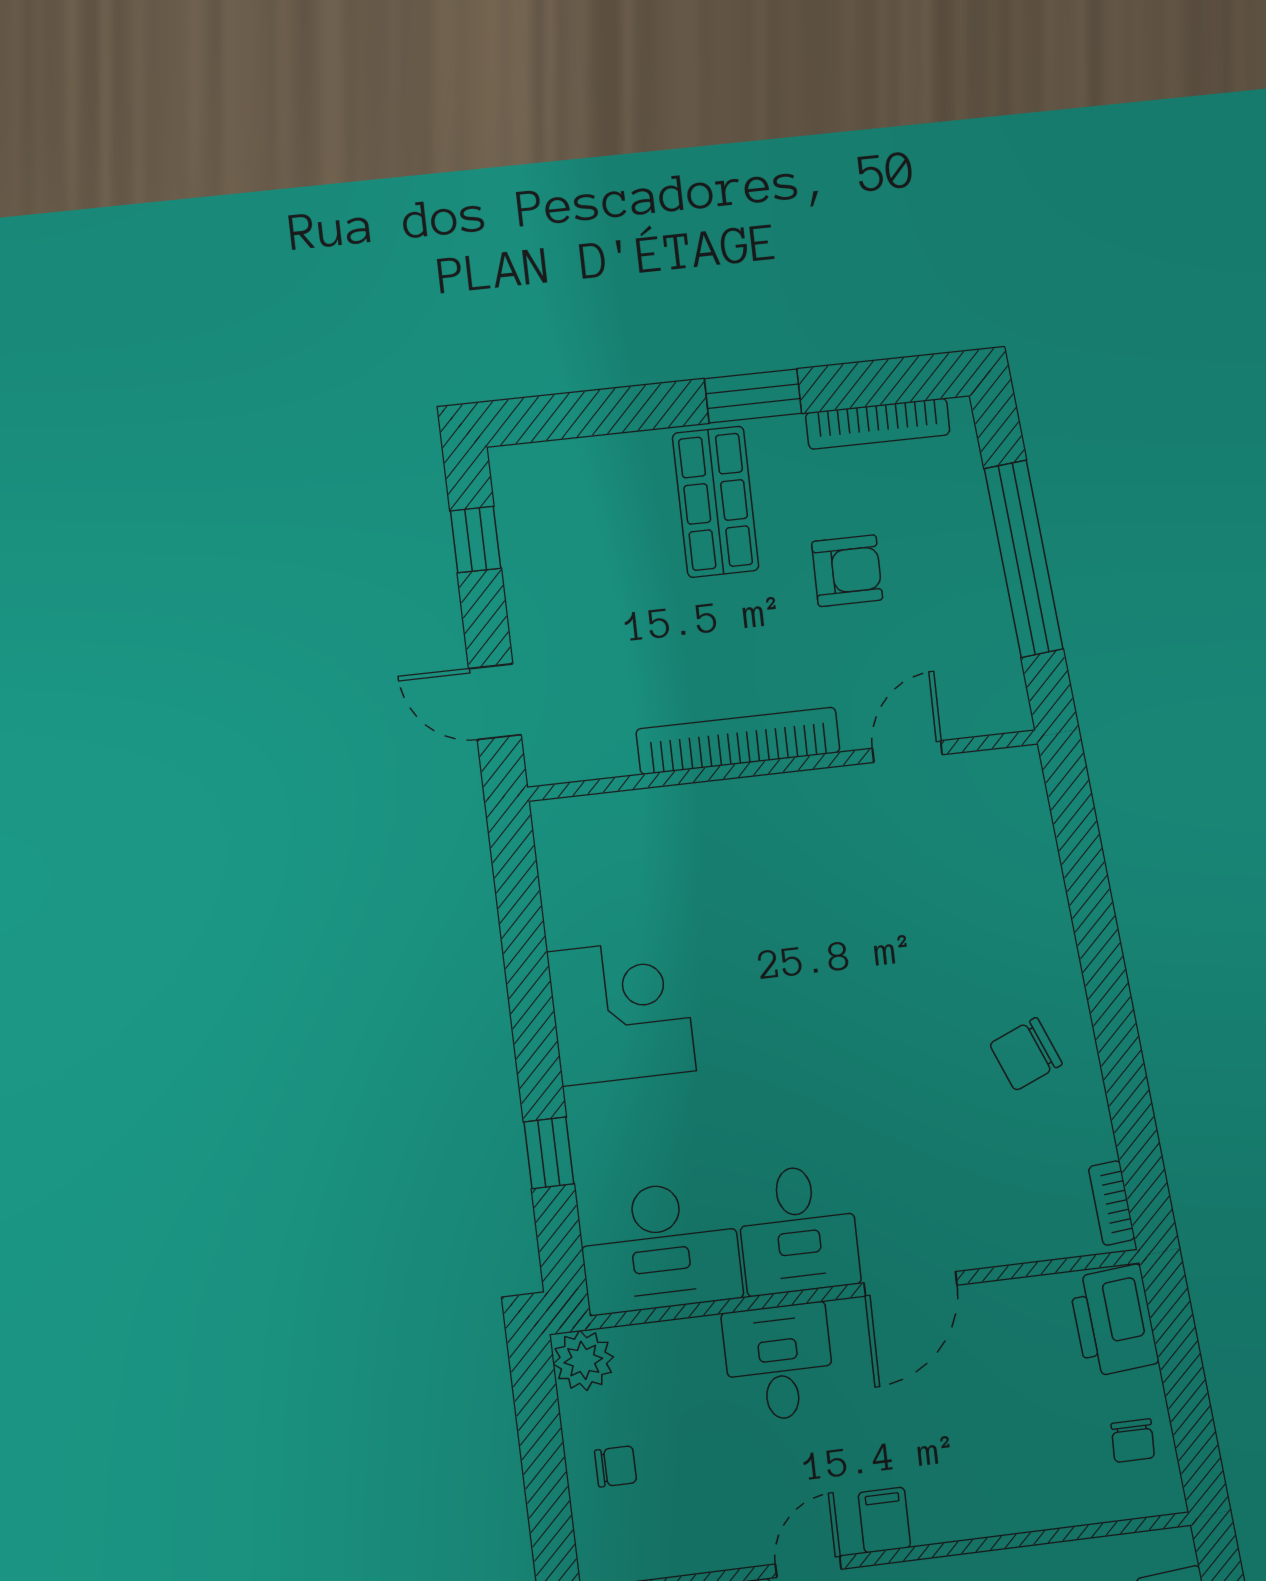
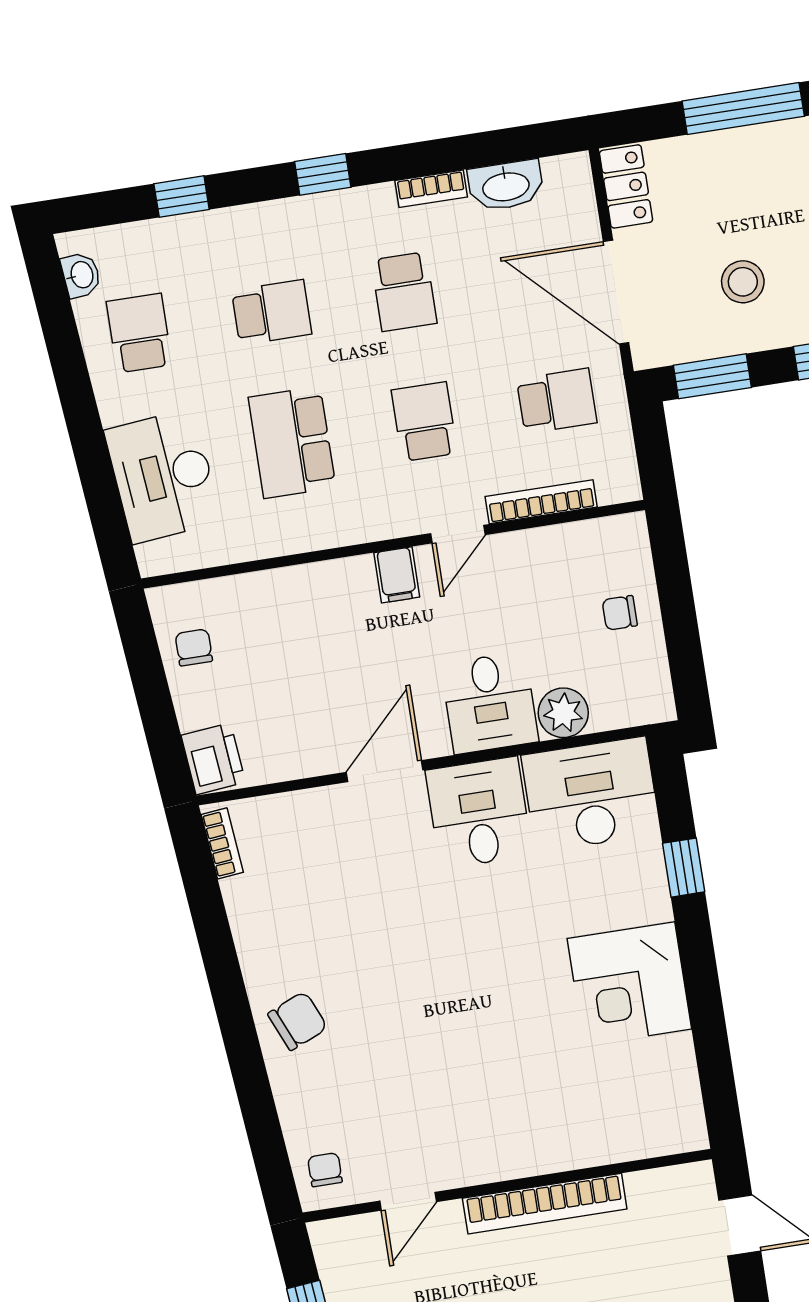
chair: (1008, 796) -> (325, 1170), added
chair: (1026, 1054) -> (298, 1021), moved
printer: (1114, 1321) -> (213, 759), width x0.73, depth x0.84
plant: (583, 1360) -> (563, 713), moved

